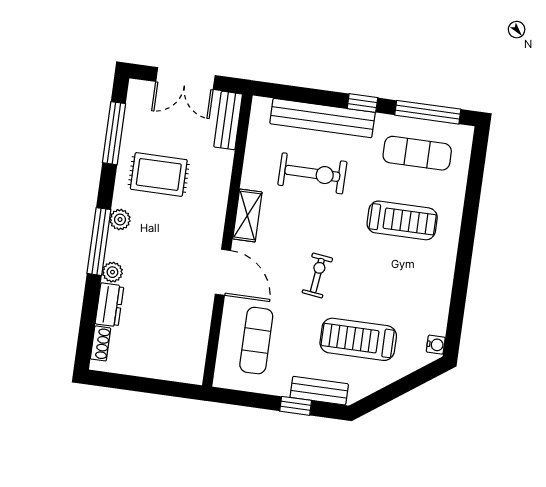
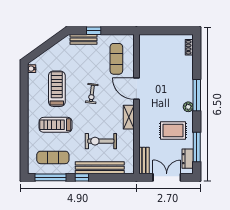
plant: (112, 272) -> (188, 82), removed
dresser: (109, 305) -> (188, 159), moved
treadmill: (358, 339) -> (57, 89), moved, turned -90

